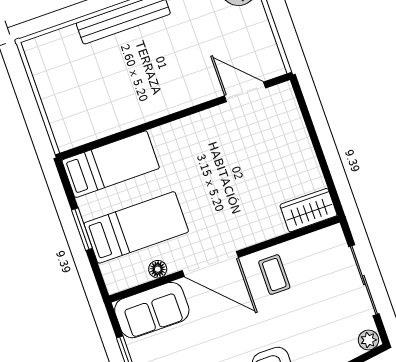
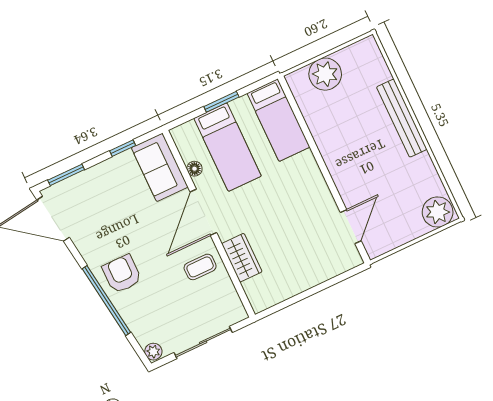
plant: (62, 103) -> (325, 74), added
wardrobe: (308, 210) -> (242, 258), moved

